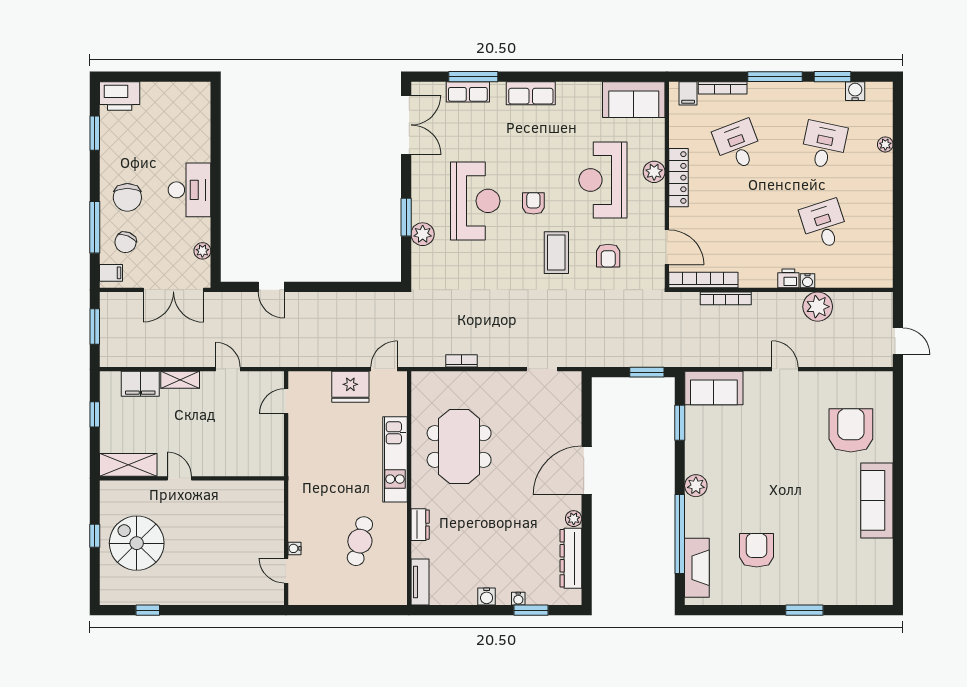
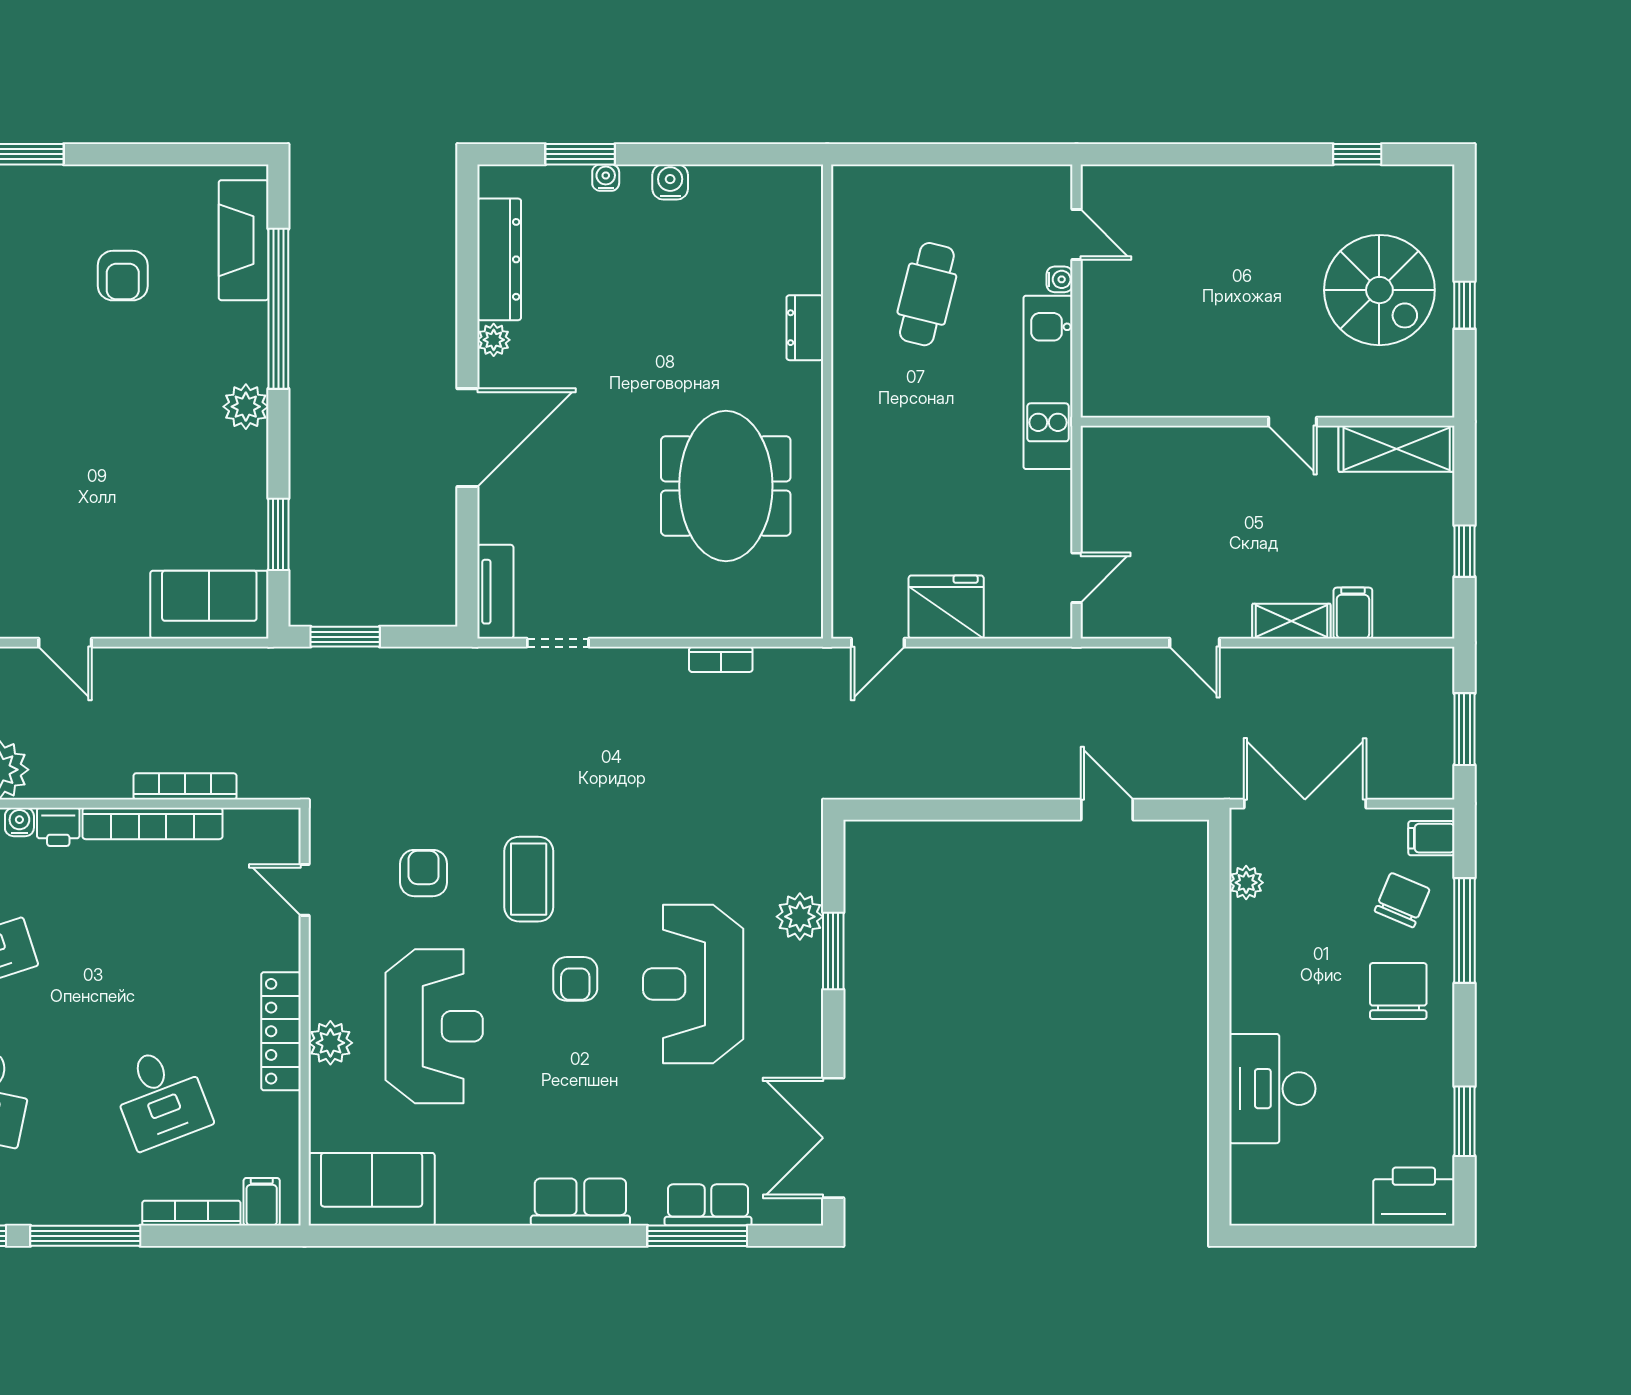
desk: (190, 190) -> (1272, 1089), moved
door: (667, 247) -> (305, 890), width x0.73
bookcase: (703, 280) -> (152, 823), moved
filing cabinet: (140, 384) -> (1353, 613), width x0.50
kitchen unit: (395, 459) -> (1048, 382), moved, turned 180
armchair: (757, 550) -> (123, 276), width x0.72, depth x0.72
tv unit: (420, 582) -> (495, 592), moved, turned 180

